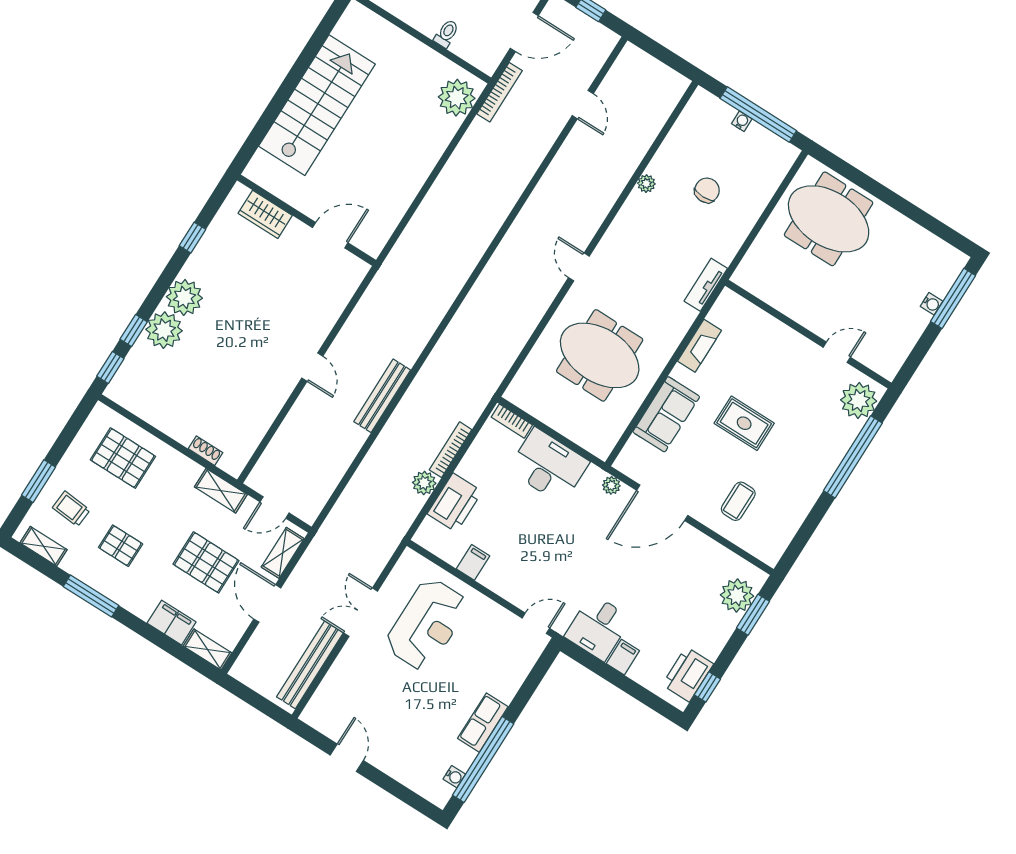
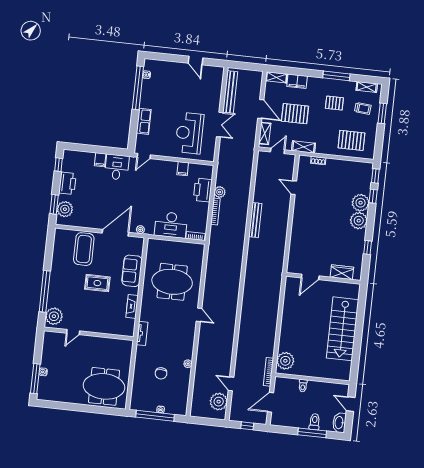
plant: (623, 82) -> (219, 402), added
door: (312, 367) -> (294, 188), moved
coffee table: (738, 501) -> (84, 249), width x1.86, depth x1.72
printer: (688, 674) -> (67, 183), moved
row of seats: (483, 723) -> (144, 121), moved

